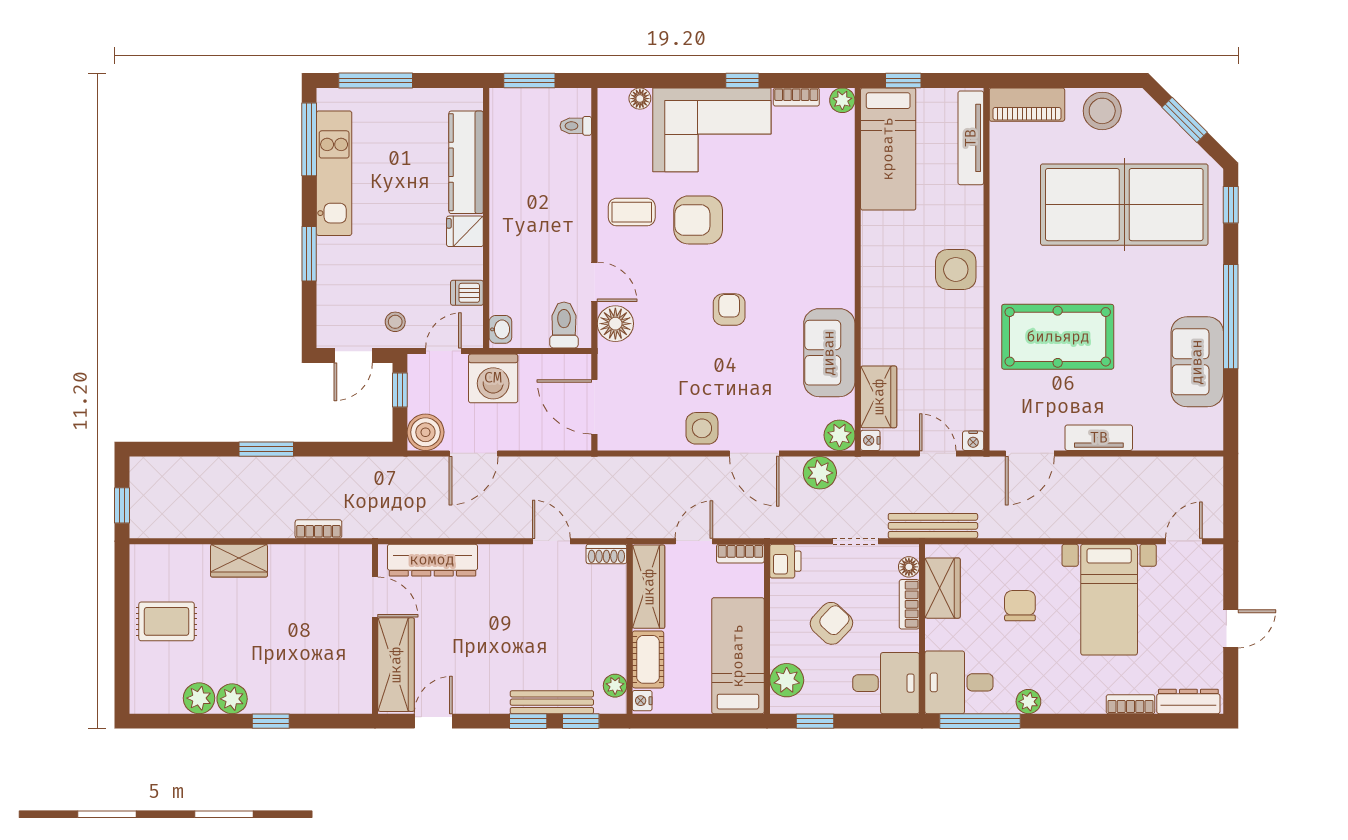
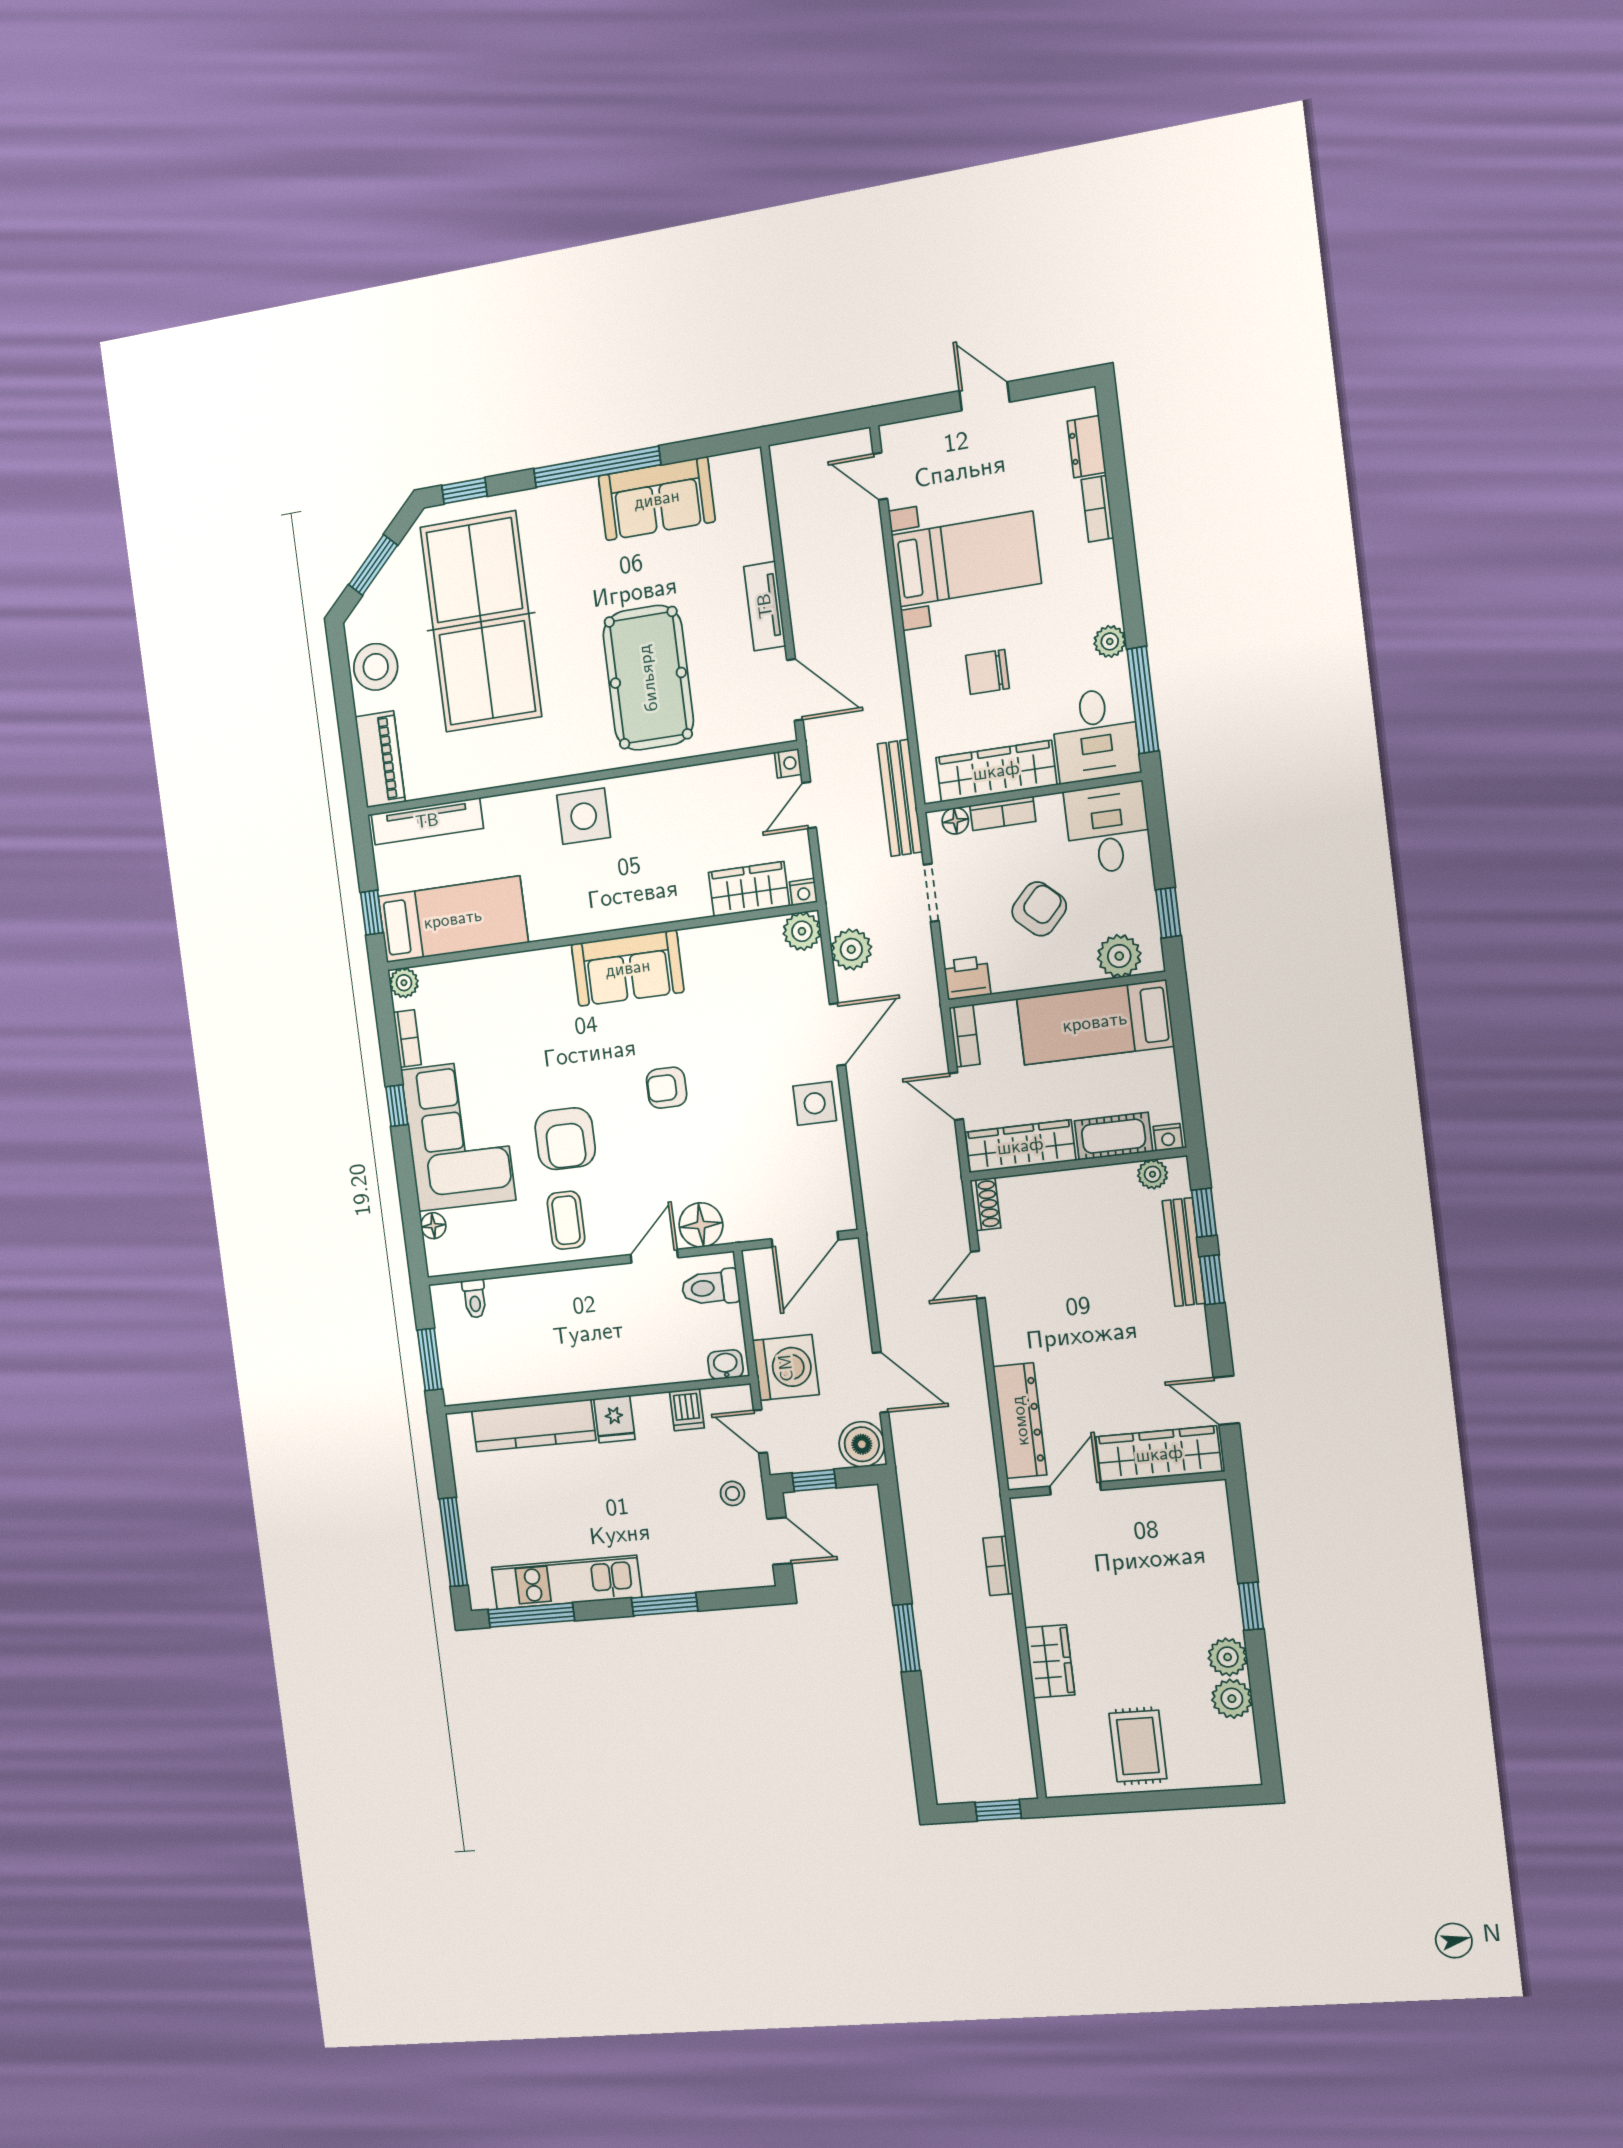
sofa: (829, 353) -> (628, 968), moved
wardrobe: (943, 588) -> (996, 771), width x1.50
armchair: (831, 623) -> (1039, 909), turned 90
dresser: (1188, 702) -> (1086, 447), width x0.70

